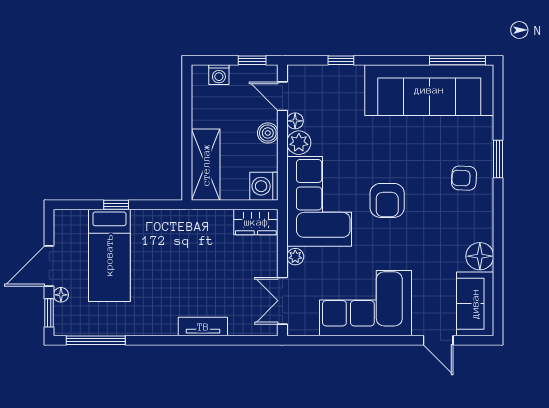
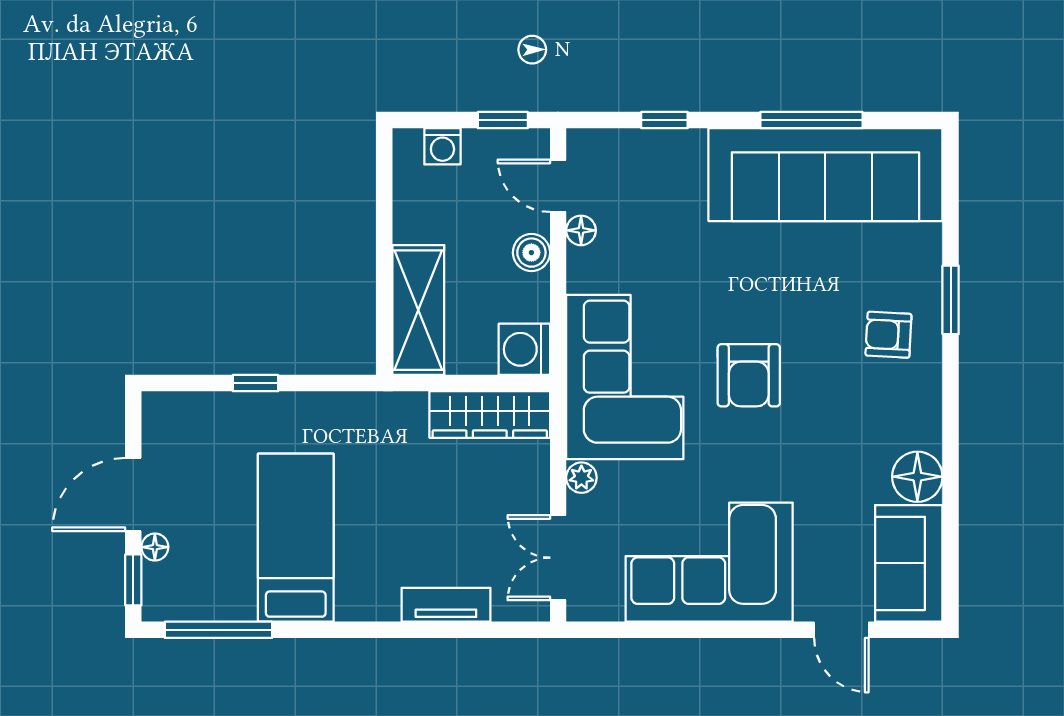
window: (457, 60) -> (811, 120), moved
plant: (299, 143) -> (588, 270), removed
wardrobe: (256, 222) -> (490, 414), width x1.50
bed: (109, 255) -> (296, 538), moved, turned 180
tv unit: (203, 327) -> (446, 605), moved

